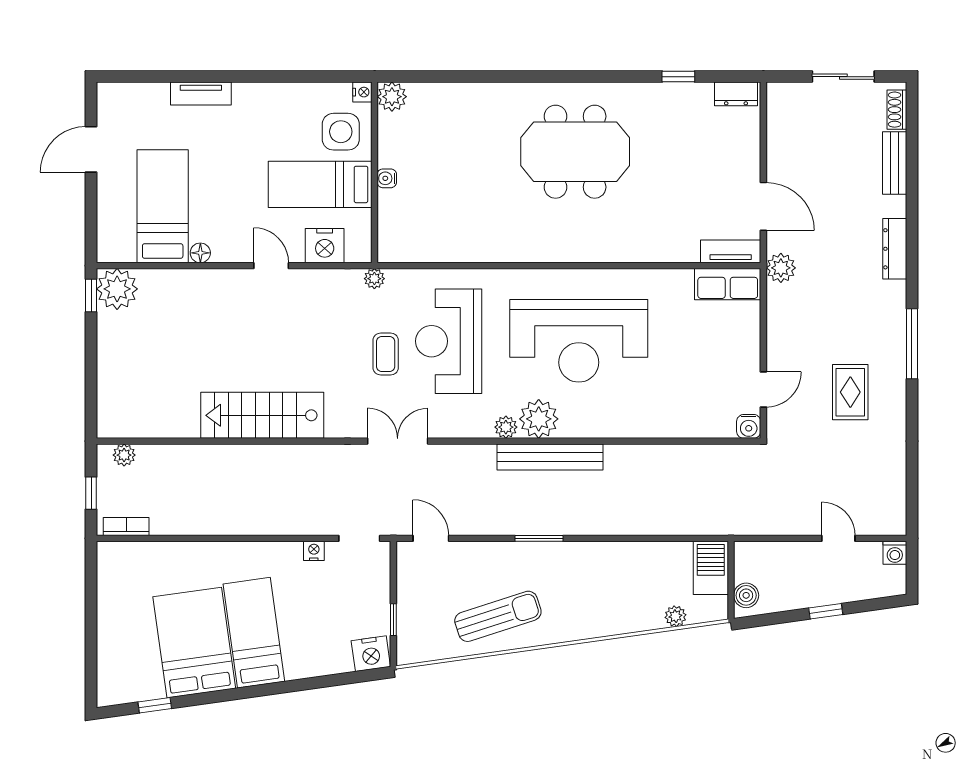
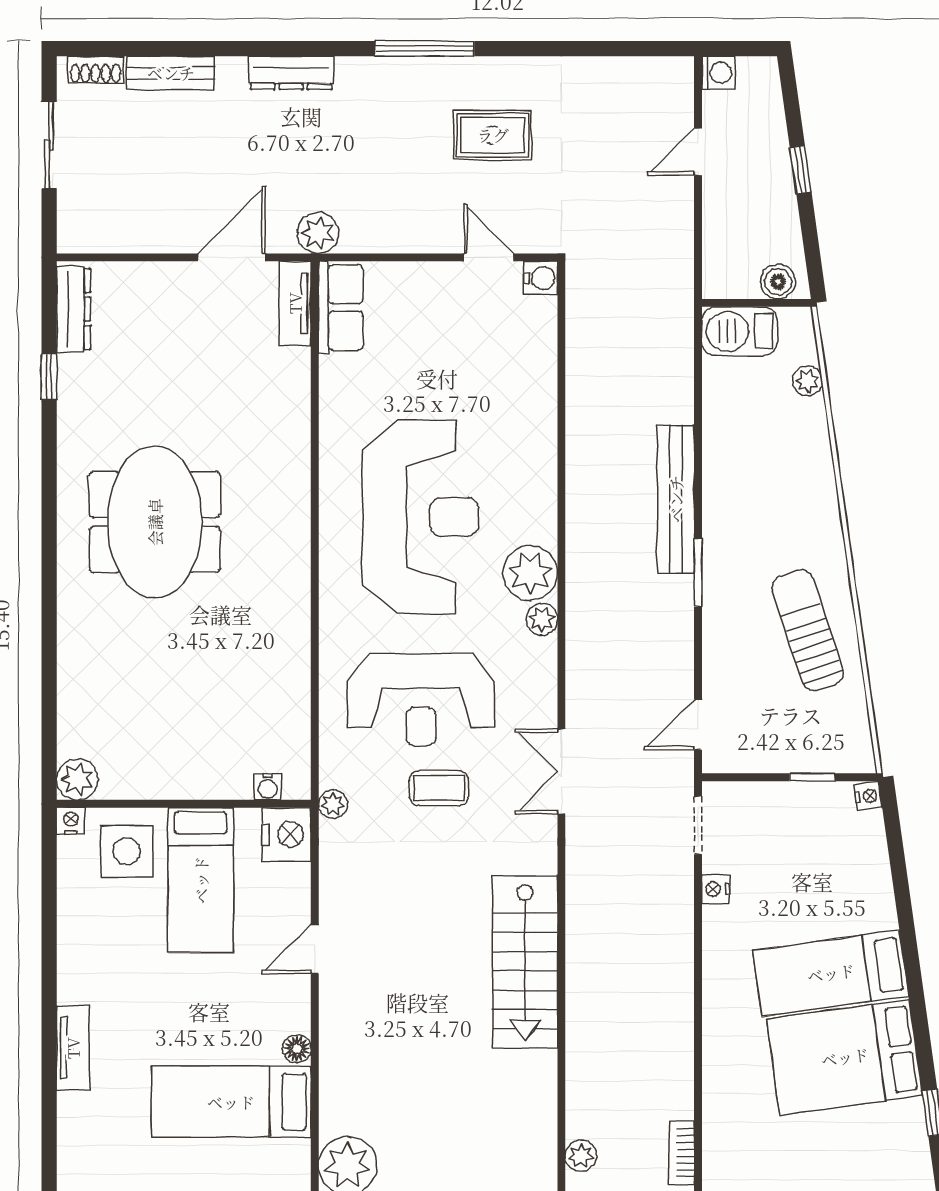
dresser: (736, 94) -> (74, 309), width x1.44
water cooler: (387, 178) -> (268, 787), moved
nightstand: (325, 246) -> (287, 835), moved
bench: (550, 457) -> (676, 499), moved
nightstand: (371, 654) -> (868, 796), width x0.53, depth x0.56

